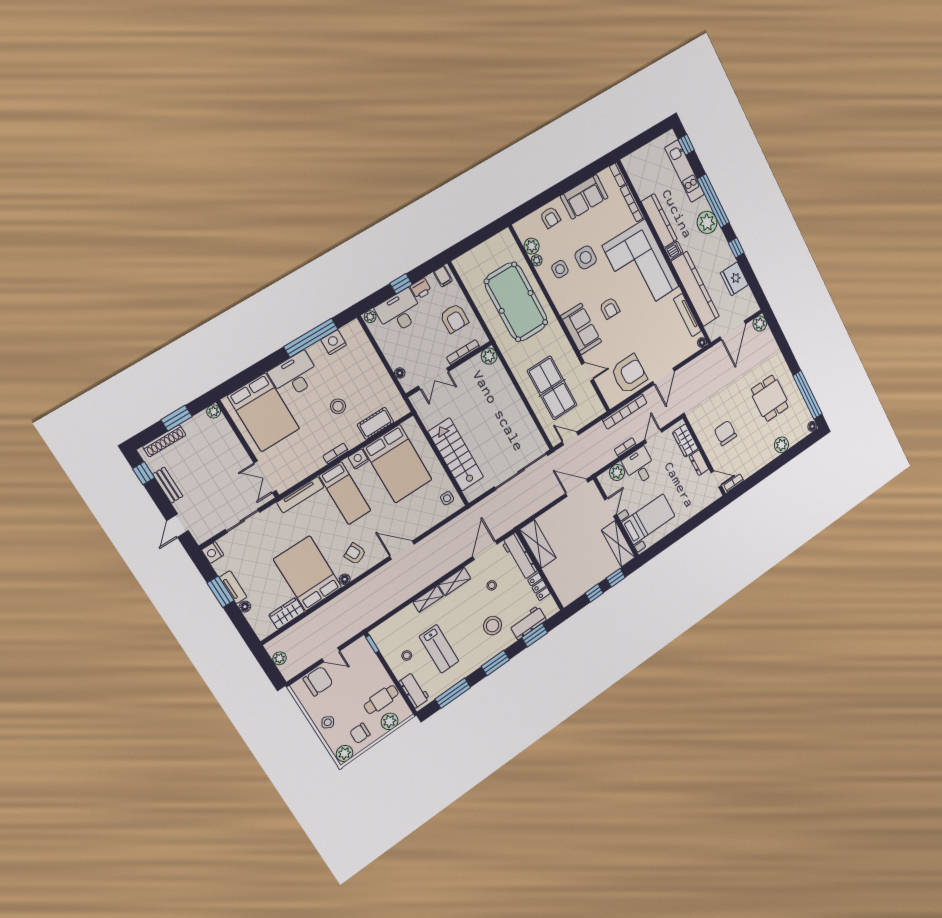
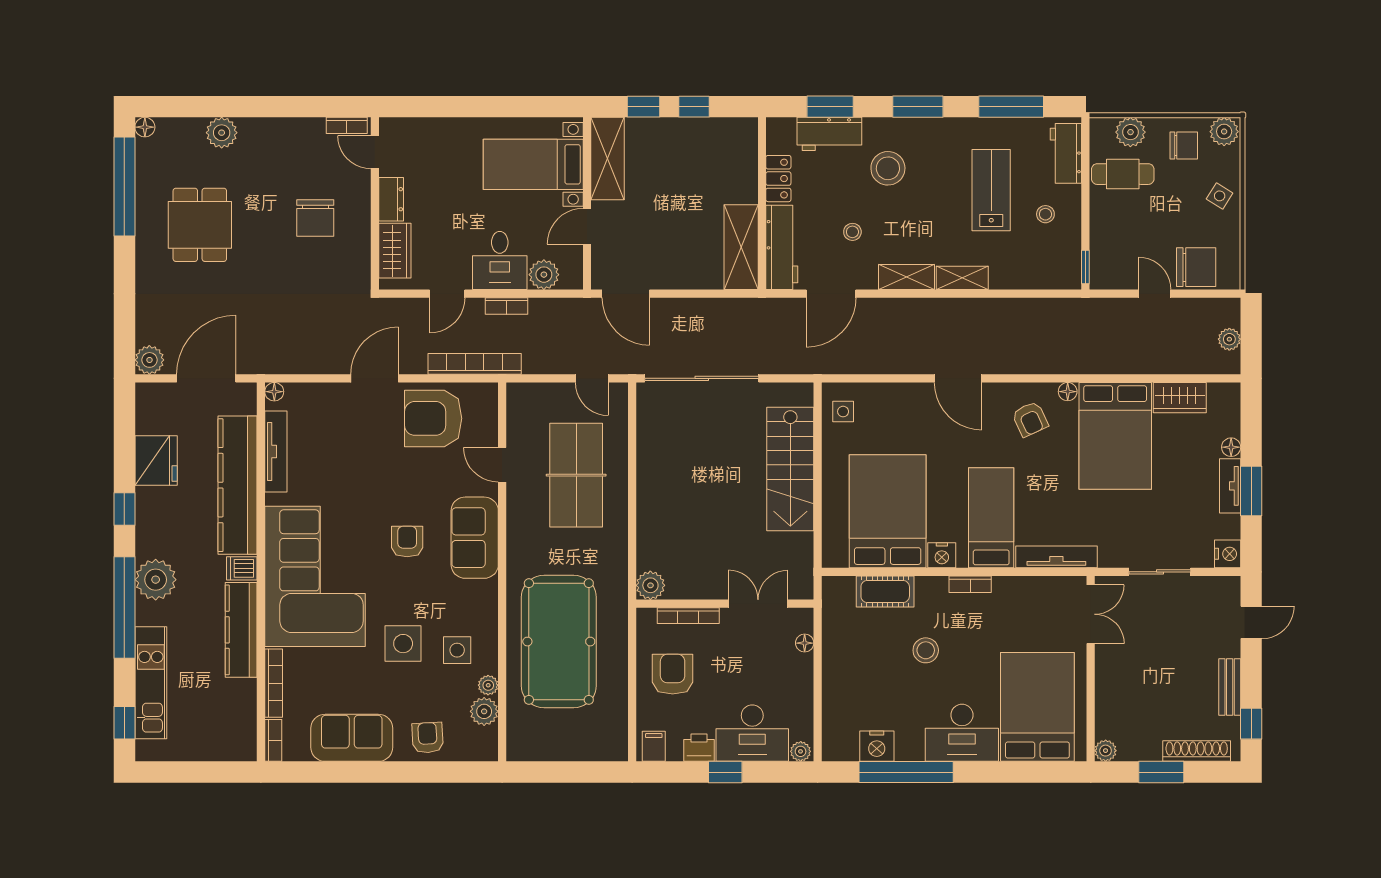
chair: (318, 681) -> (1196, 267), turned 180

